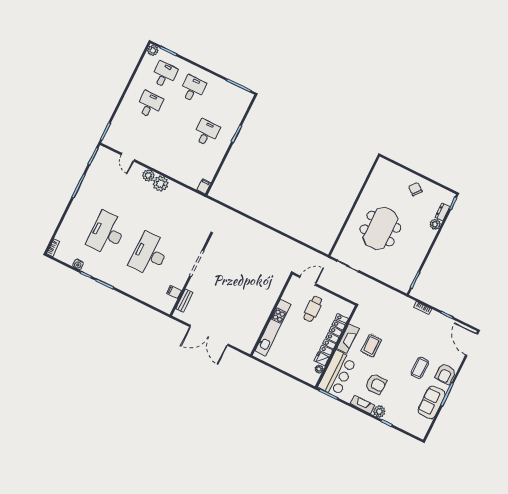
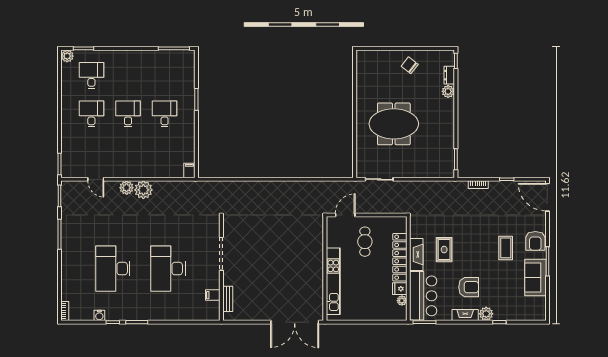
desk: (193, 89) -> (128, 114), moved
meeting table: (380, 229) -> (394, 124), turned 90
double door: (209, 335) -> (295, 322), moved

